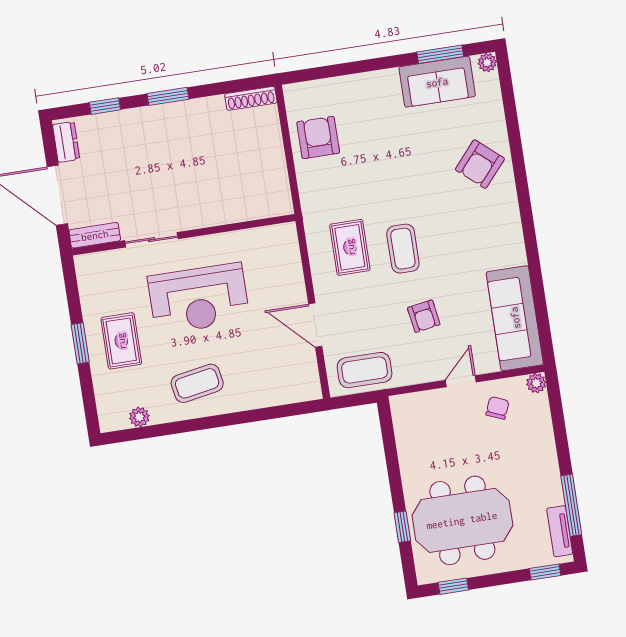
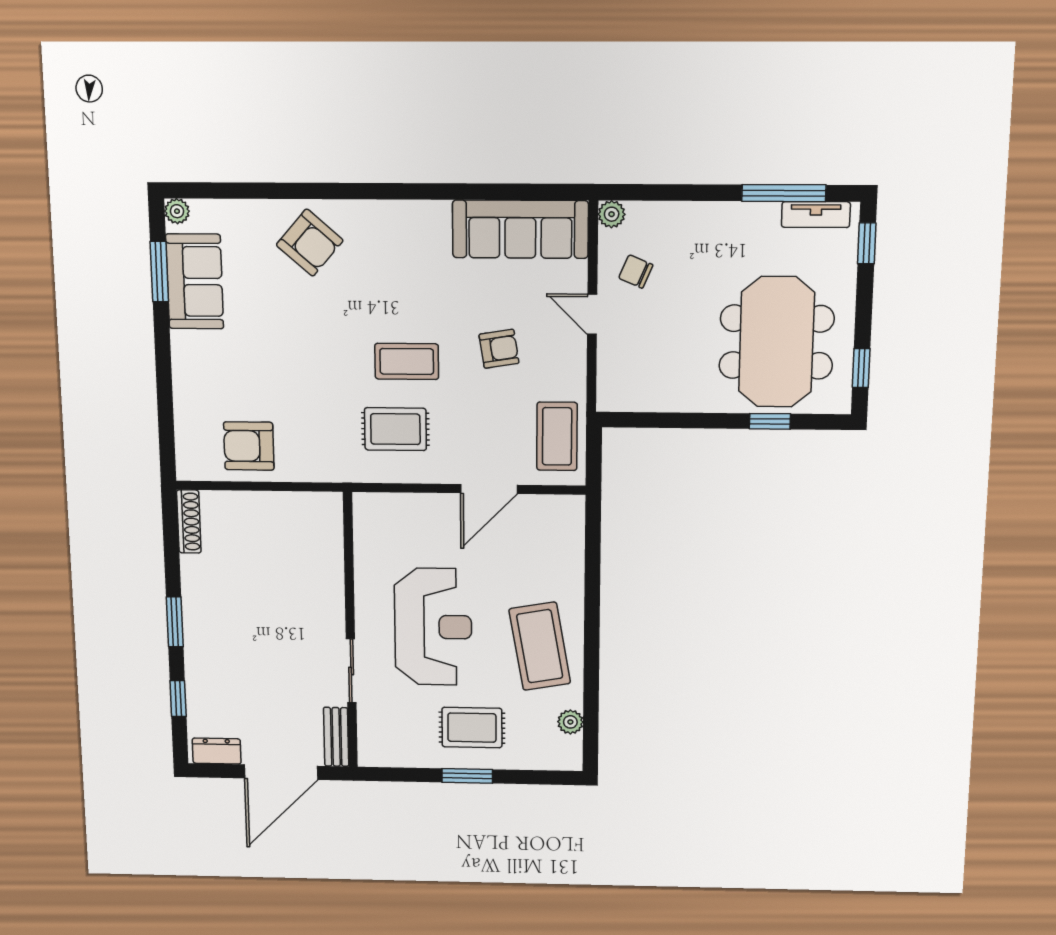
coffee table: (197, 383) -> (540, 646), width x1.36, depth x1.32

